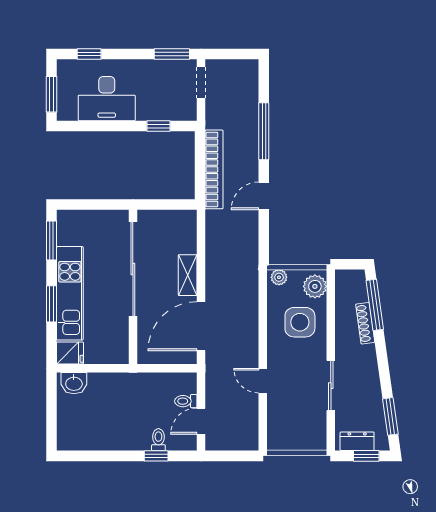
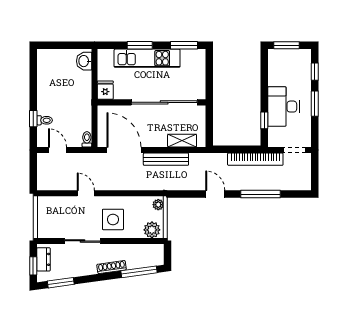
window: (172, 54) -> (315, 104), moved
desk: (107, 99) -> (283, 107), moved
bookcase: (214, 169) -> (255, 159), moved
bench: (214, 266) -> (166, 159), added
shelving: (188, 275) -> (182, 141), moved
side table: (300, 322) -> (113, 219), moved
shoe rack: (365, 323) -> (112, 267), moved
fridge: (70, 353) -> (105, 90), moved, turned 180
door: (263, 381) -> (86, 193), hinge flipped
toilet: (186, 401) -> (87, 139), moved

